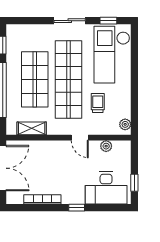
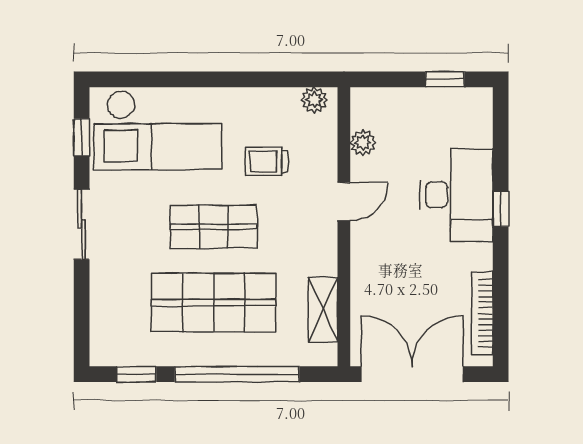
shop shelf: (69, 79) -> (213, 227), width x0.50, depth x0.74
desk: (106, 188) -> (456, 195), moved
bookcase: (42, 199) -> (482, 313), moved

